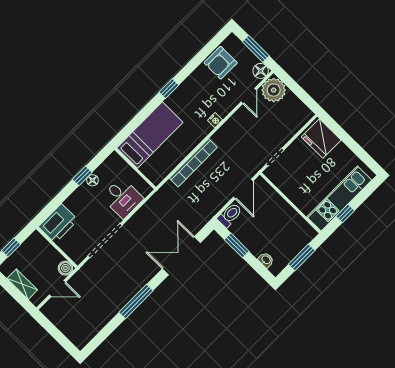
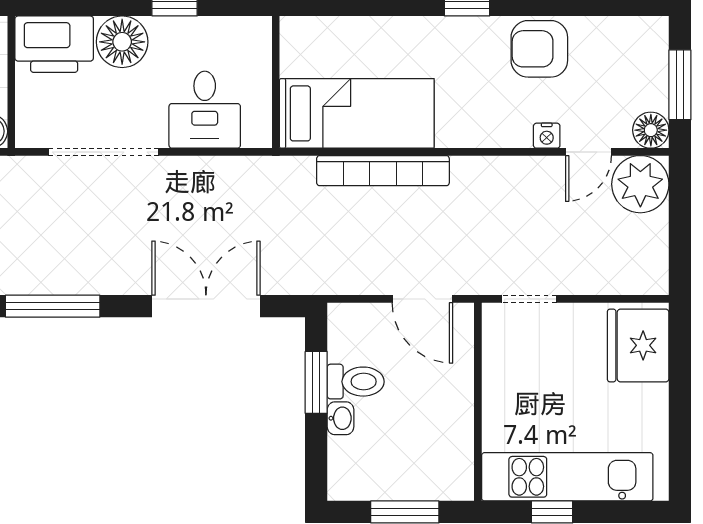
armchair: (221, 63) -> (539, 49), moved
nightstand: (215, 120) -> (547, 136), moved
bed: (150, 135) -> (357, 113), moved
floor lamp: (92, 180) -> (122, 42), moved, width x1.89, depth x1.89
door: (243, 189) -> (422, 299), hinge flipped
toilet: (230, 215) -> (356, 382), moved
washbasin: (266, 260) -> (341, 418), moved

